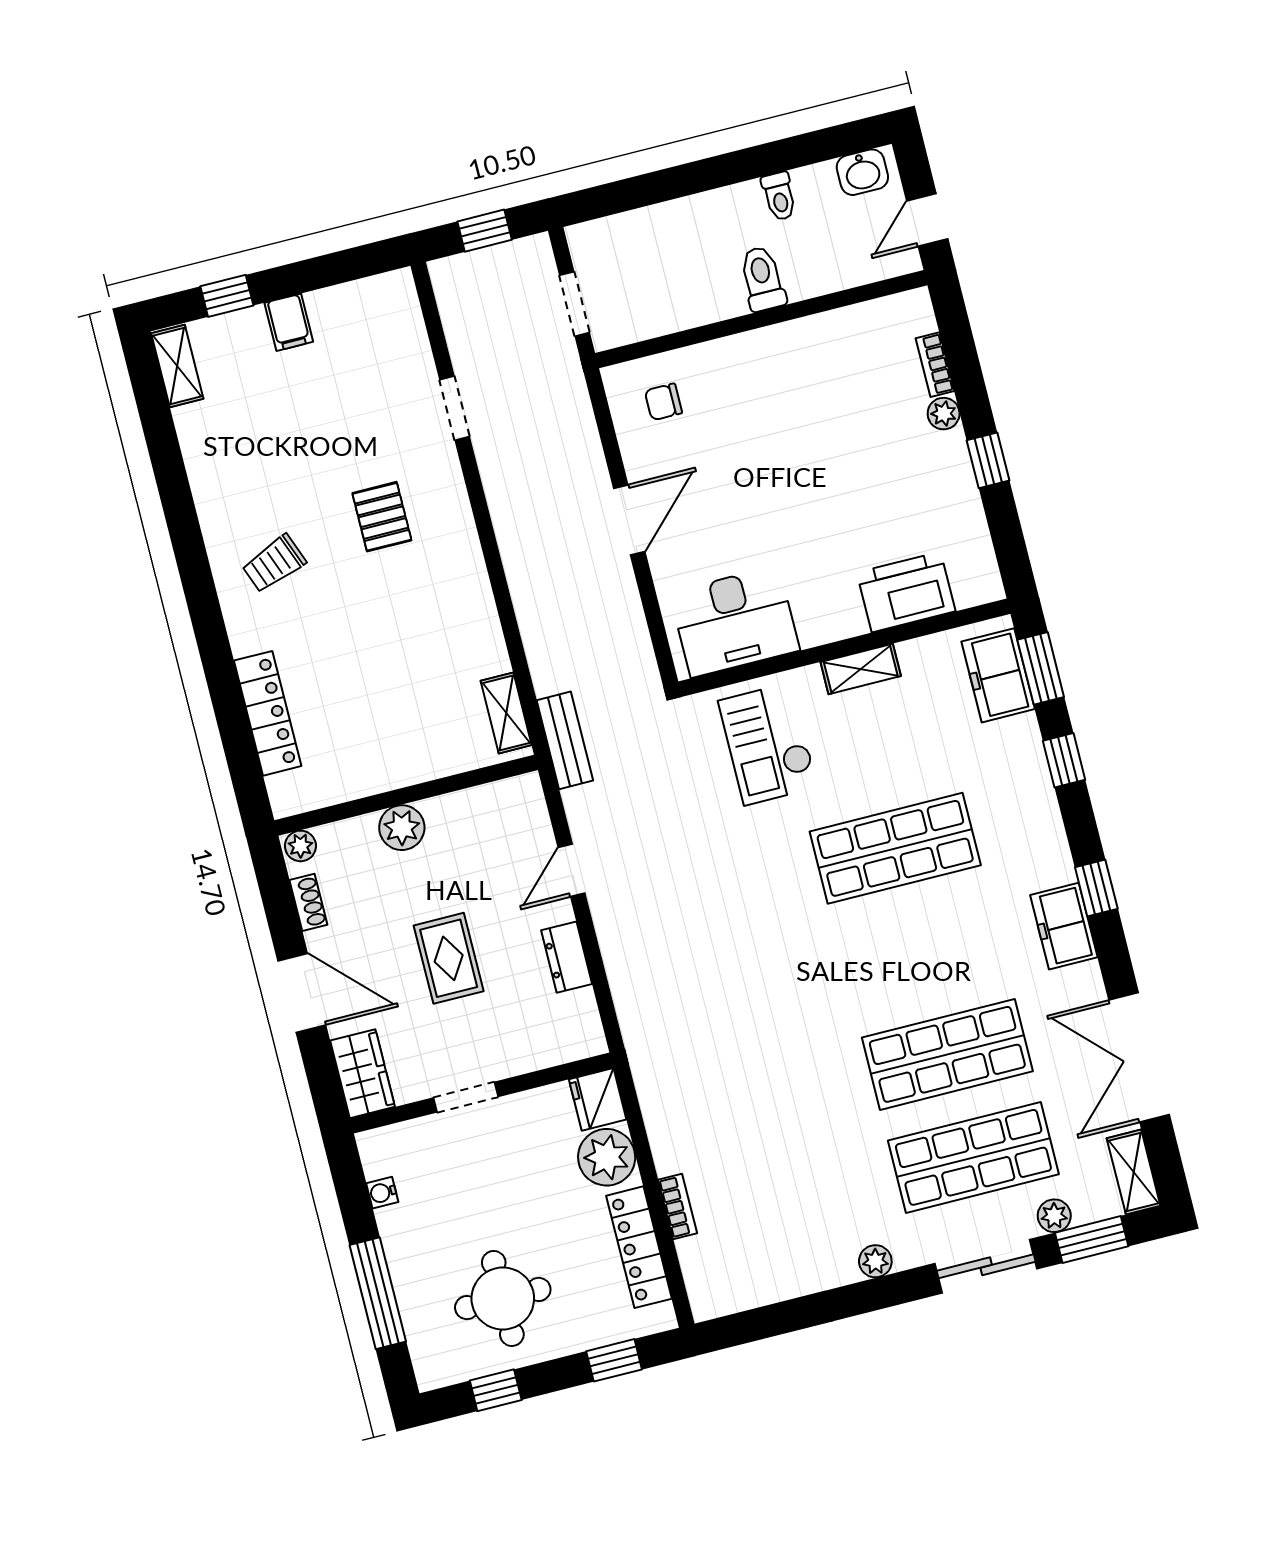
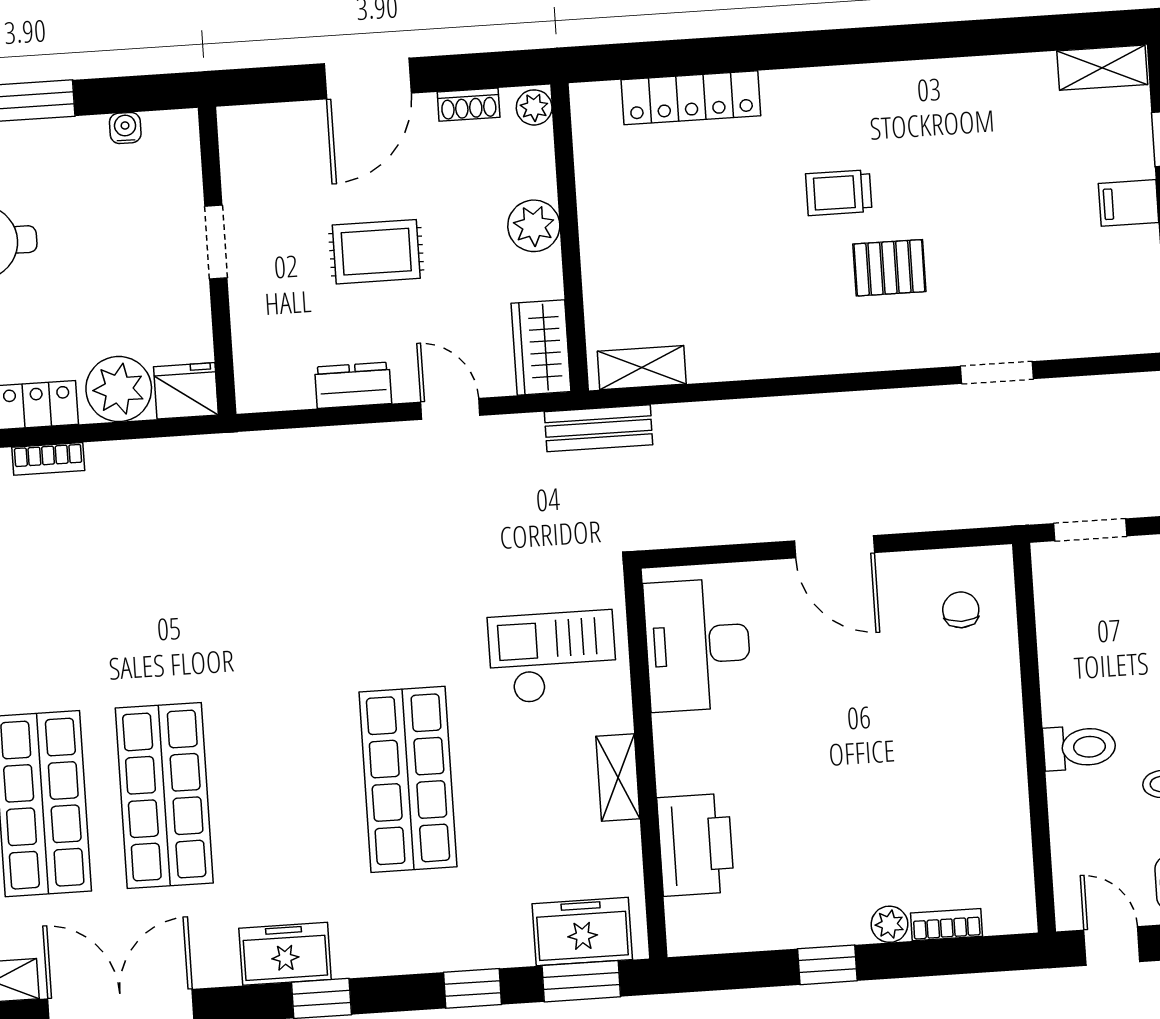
trolley: (274, 564) -> (839, 193), moved, turned -69
wardrobe: (362, 1074) -> (541, 347), moved, turned 90

